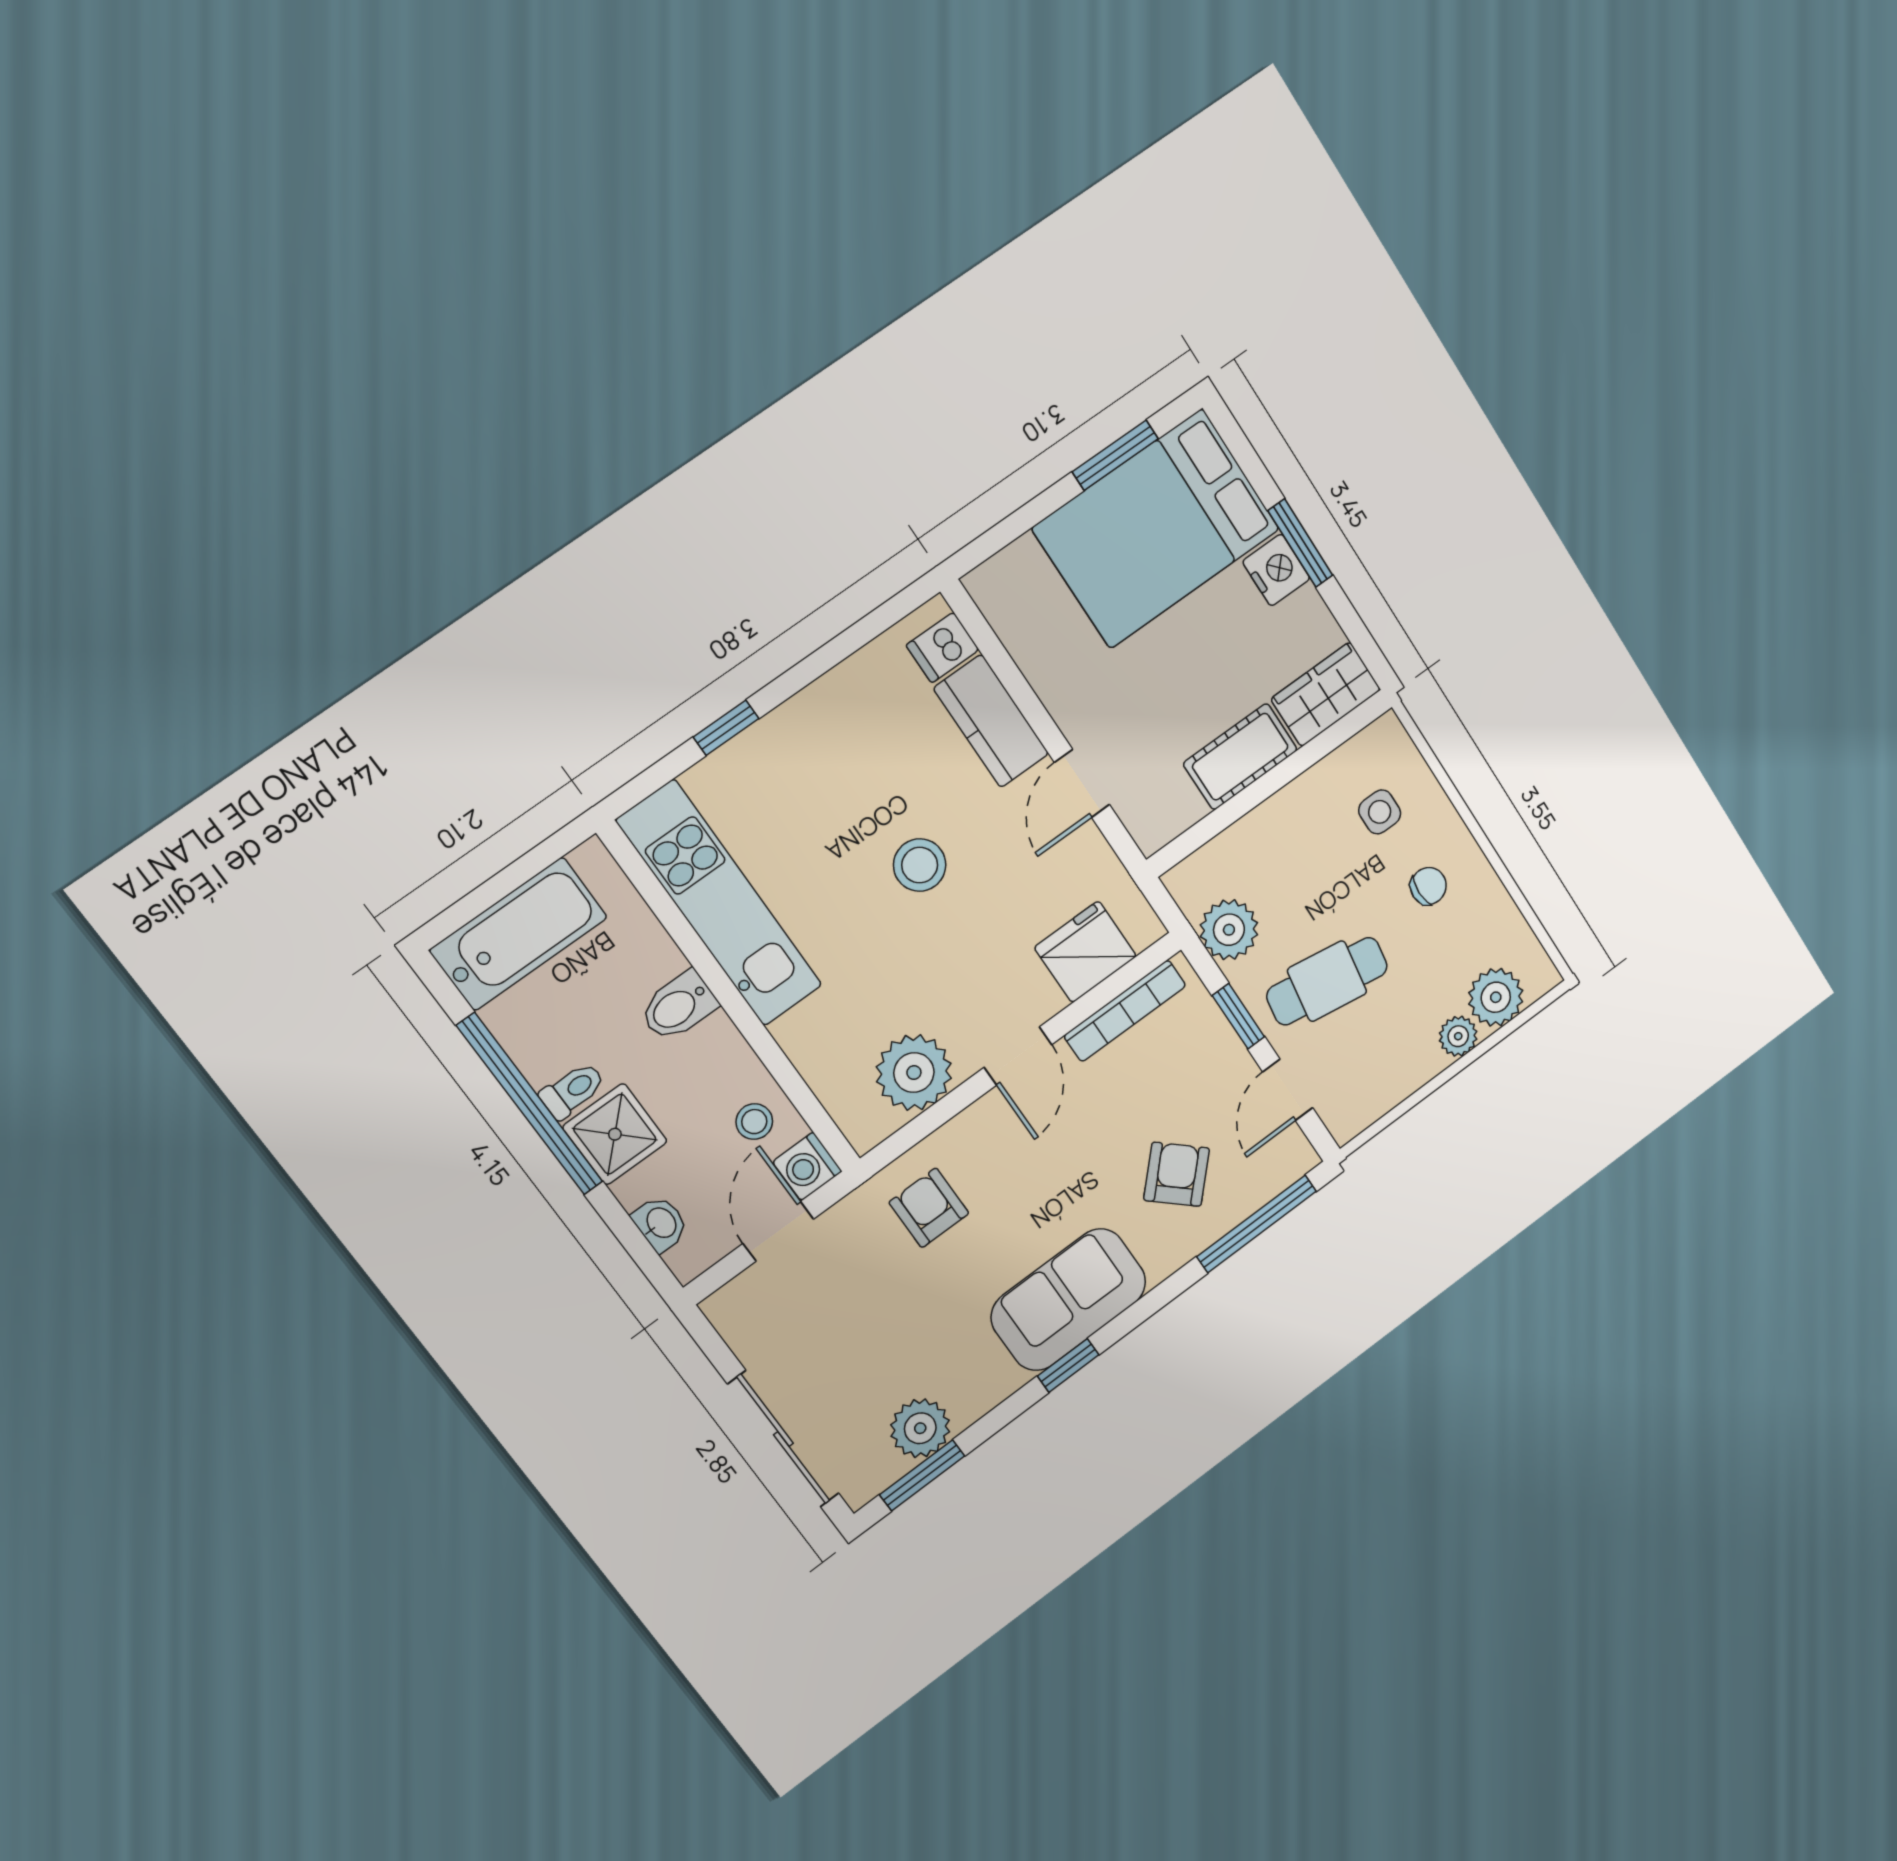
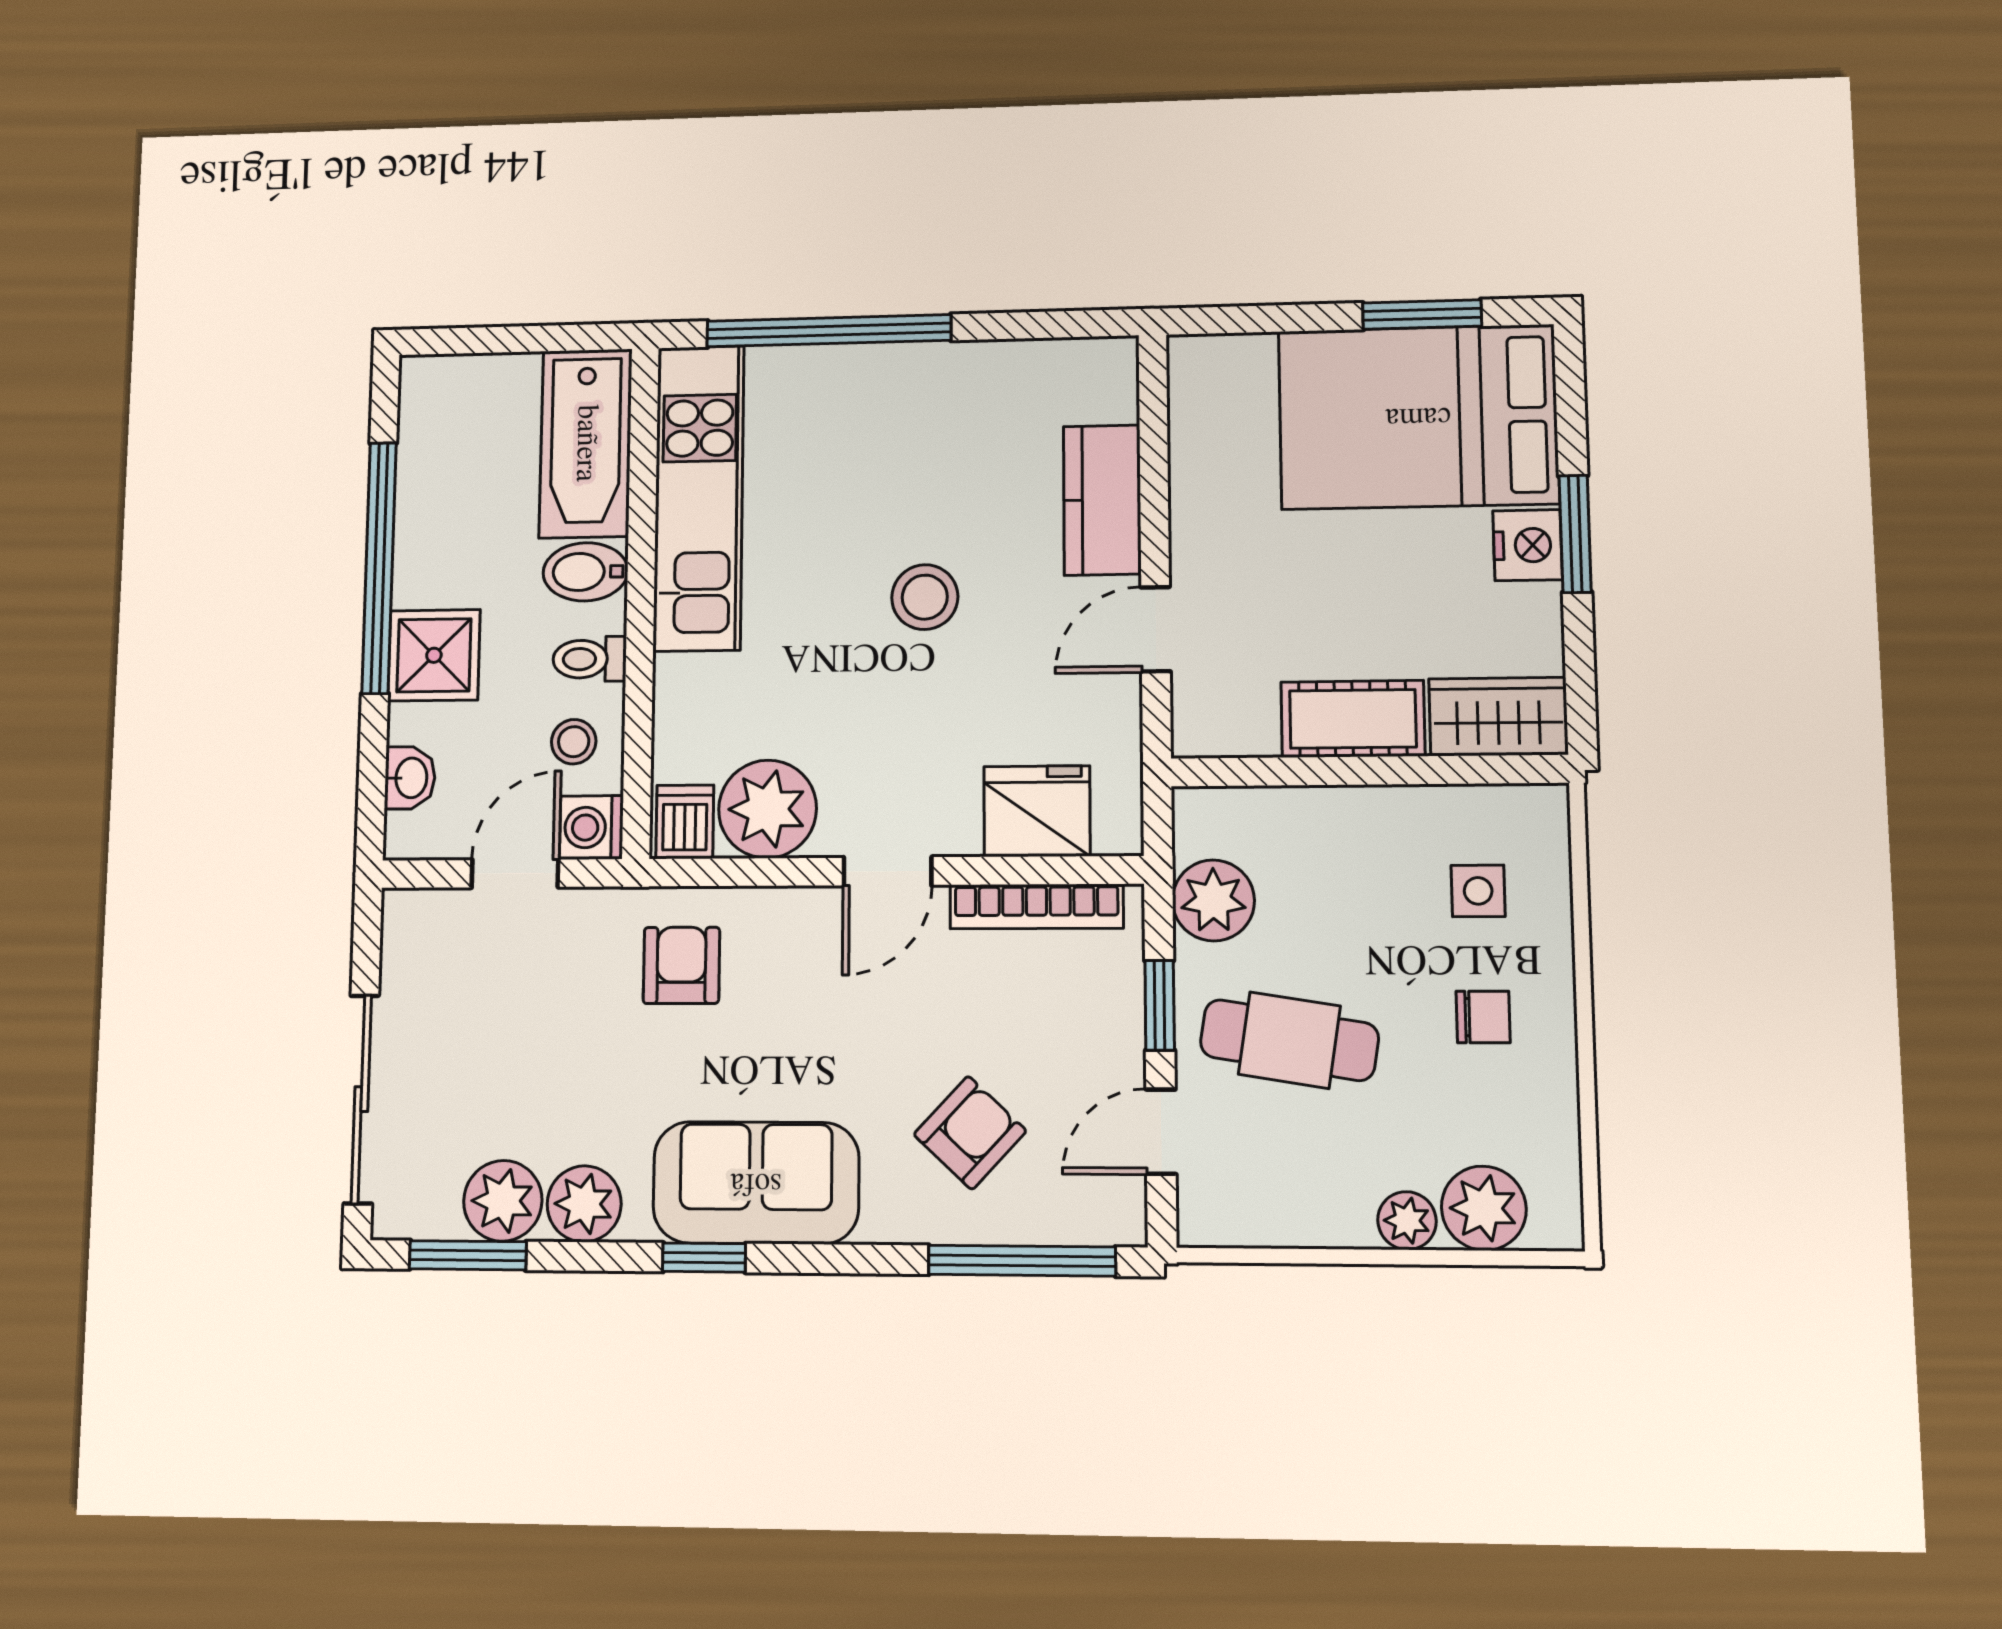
dishwasher: (943, 647) -> (685, 822), moved, turned 90
window: (726, 728) -> (829, 331), width x3.17
bathtub: (519, 934) -> (586, 443), moved, turned 90
toilet: (573, 1090) -> (590, 659), moved, turned 180
plant: (972, 1391) -> (584, 1204), added

